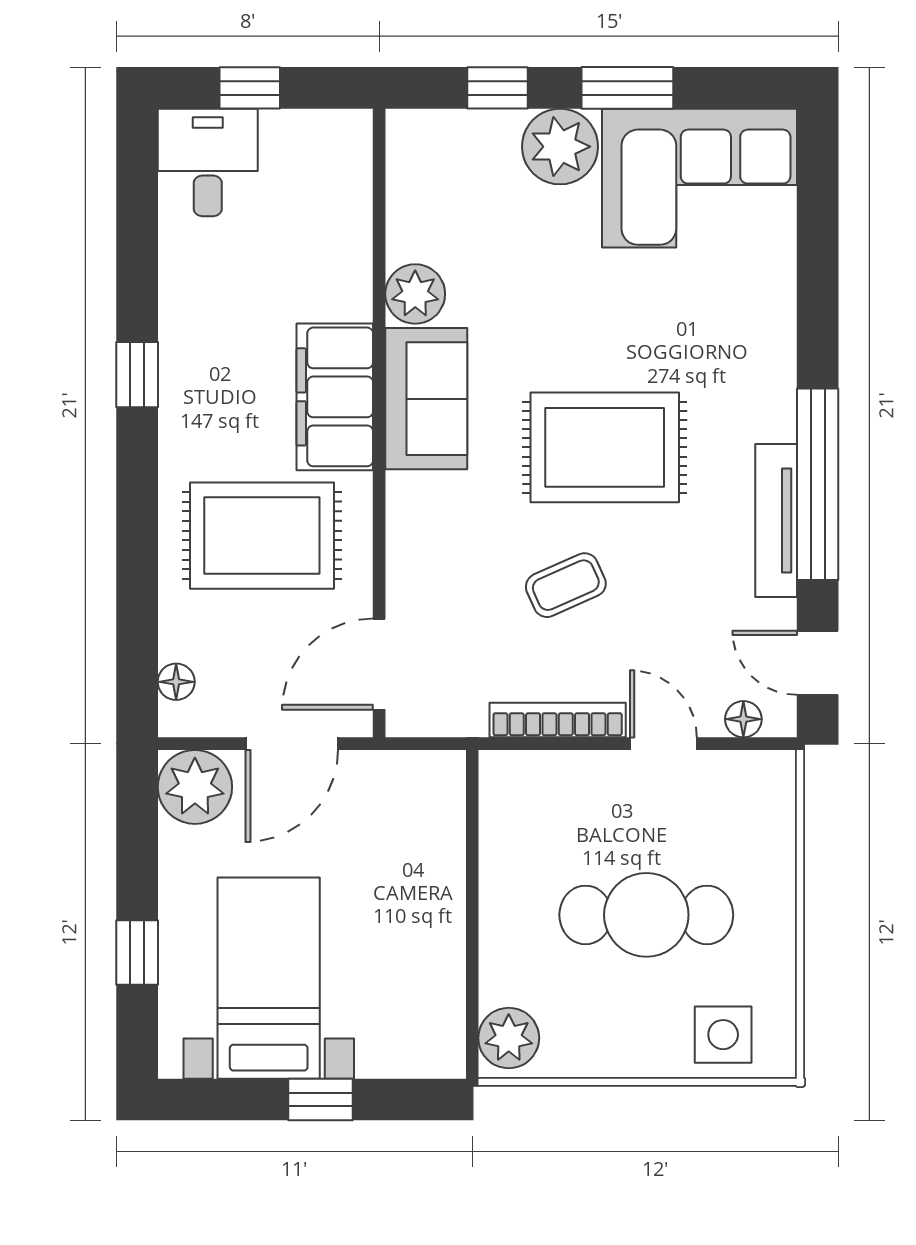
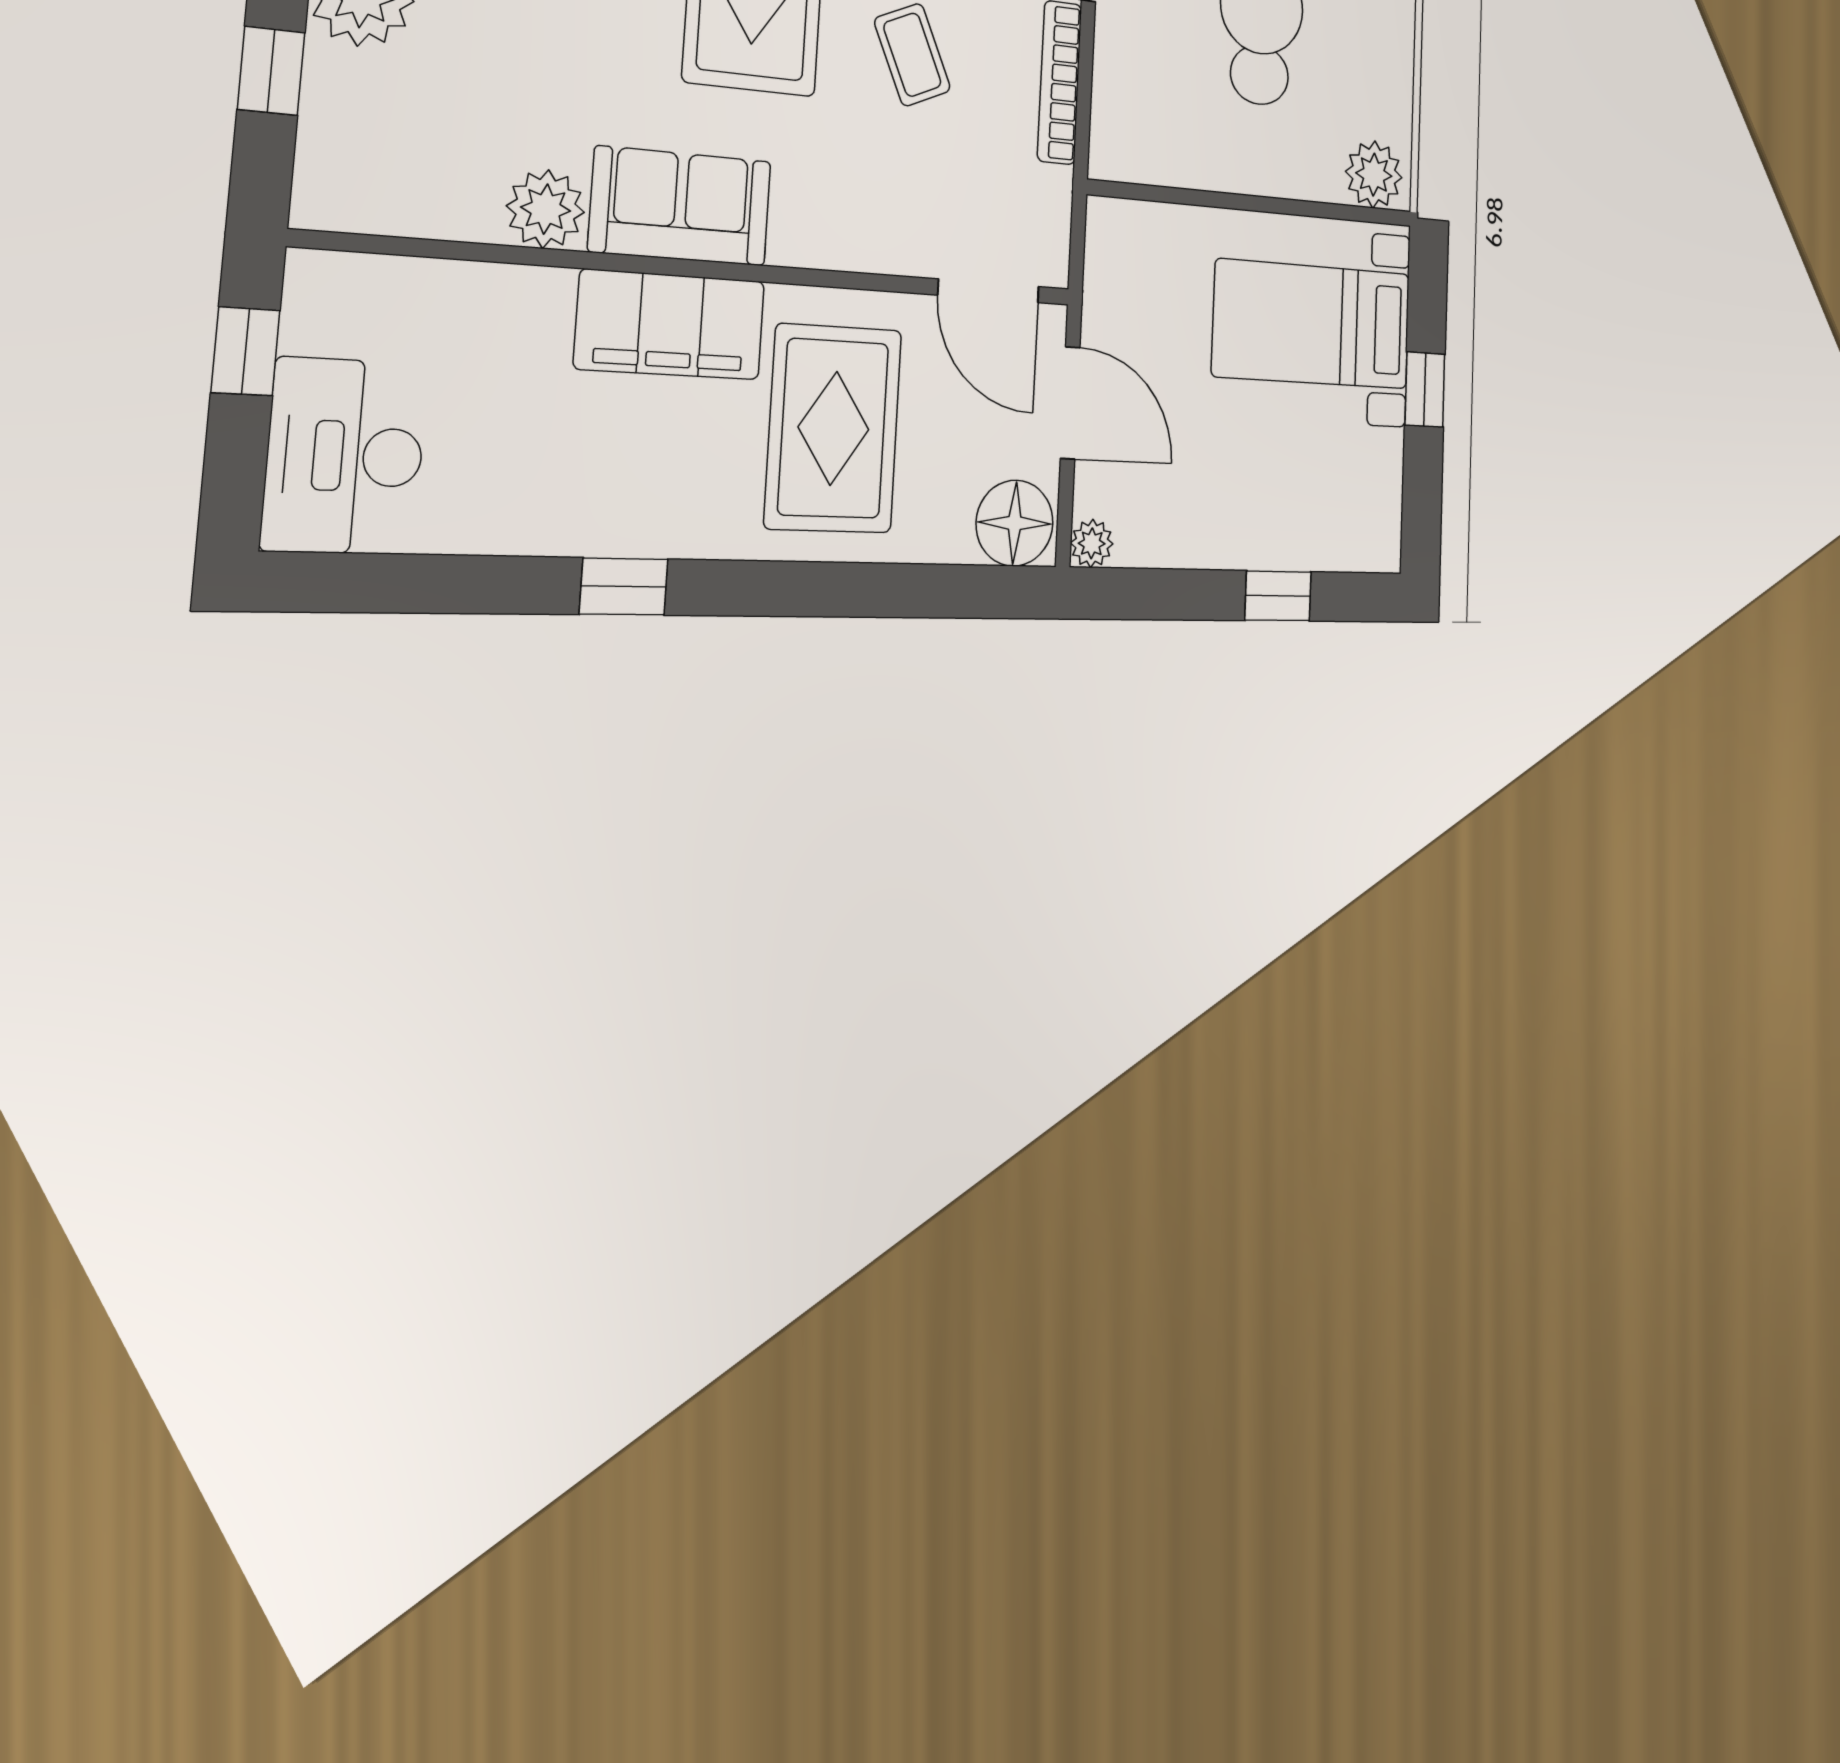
window: (250, 88) -> (246, 351), moved
desk: (208, 162) -> (345, 456), width x1.37
floor lamp: (176, 682) -> (1015, 523), width x1.89, depth x1.89
plant: (195, 787) -> (1092, 543), width x0.53, depth x0.53
bed with nightstands: (269, 978) -> (1312, 324), moved

